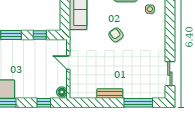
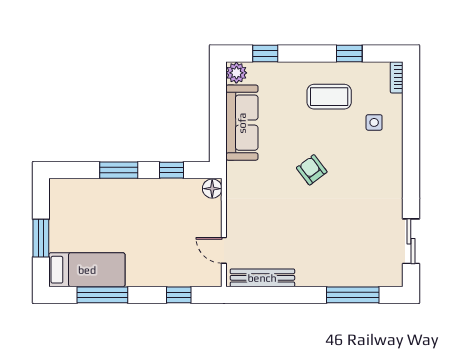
door: (68, 63) -> (224, 250), moved
floor lamp: (62, 92) -> (212, 189), moved
bench: (110, 94) -> (262, 278), moved, width x1.36

